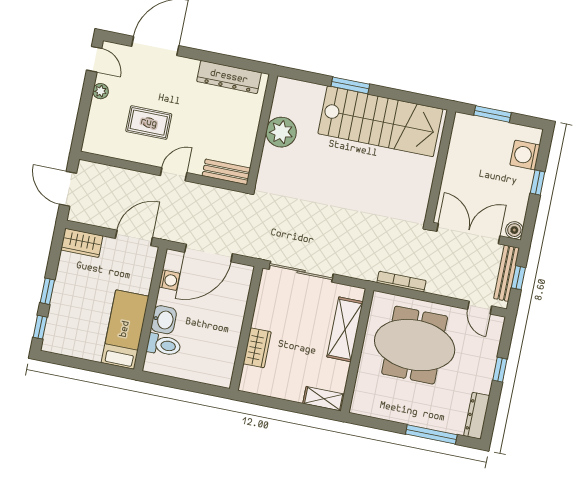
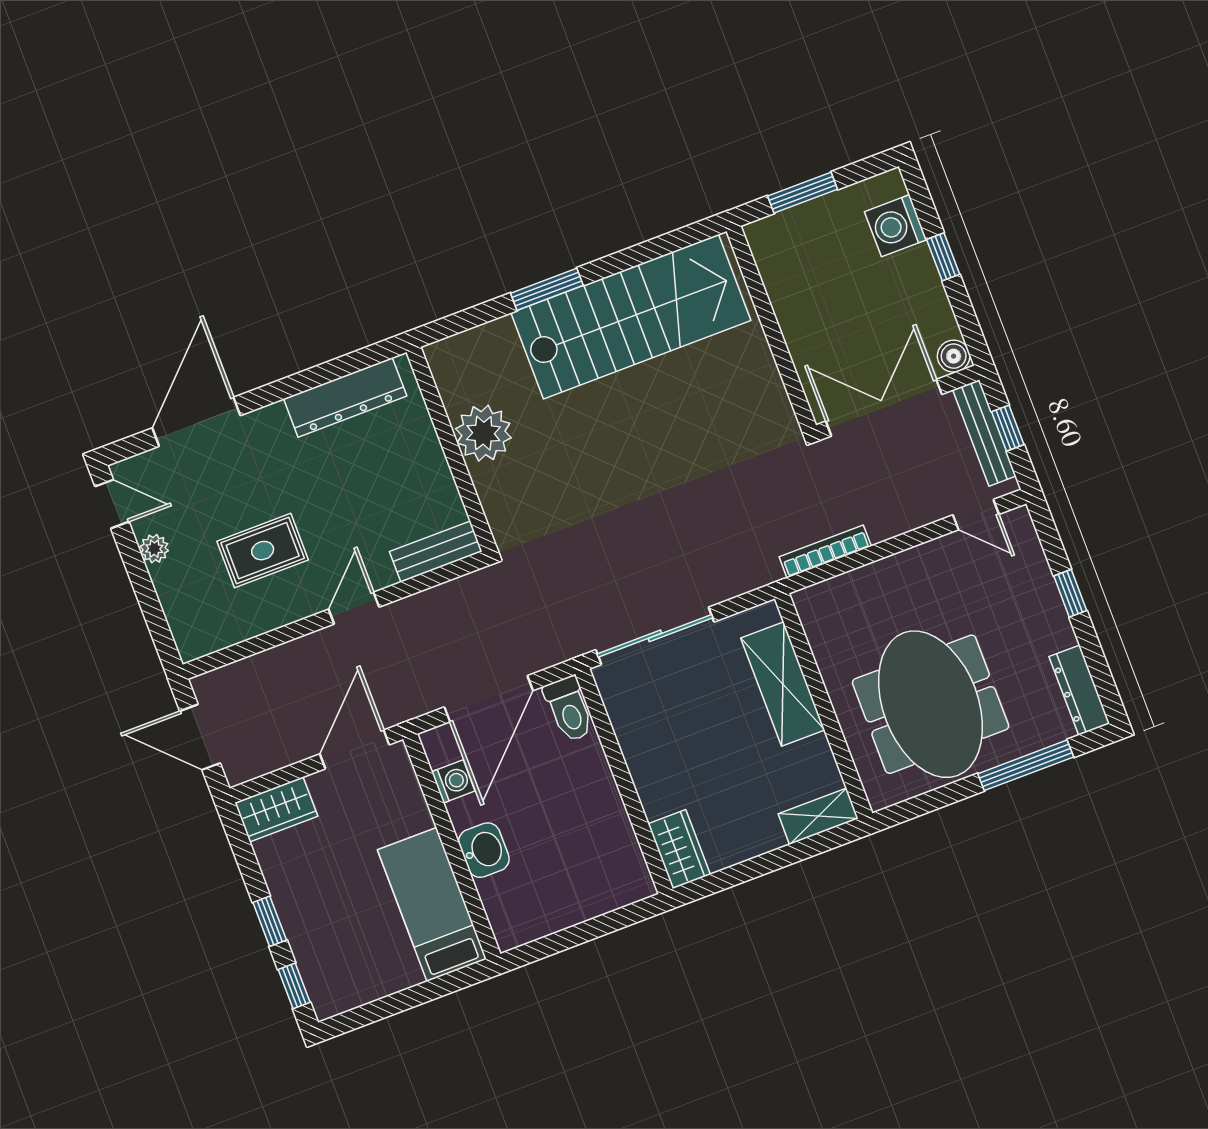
toilet: (164, 345) -> (569, 709), moved, turned 90
meeting table: (415, 345) -> (931, 704), moved, turned 90
wardrobe: (257, 348) -> (679, 849), moved

